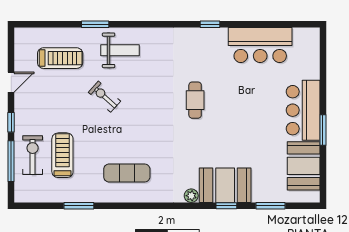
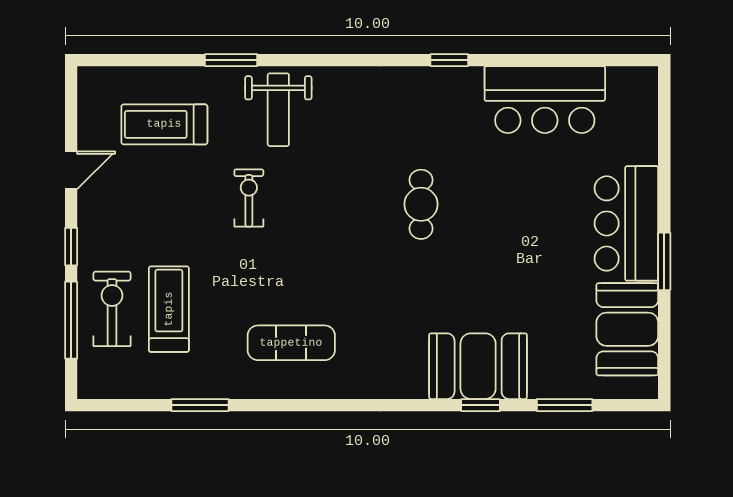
weight bench: (120, 50) -> (278, 110), turned 90
treadmill: (60, 58) -> (164, 124), turned 180
exercise bike: (105, 97) -> (249, 198), turned 48
plant: (191, 196) -> (414, 386), removed

